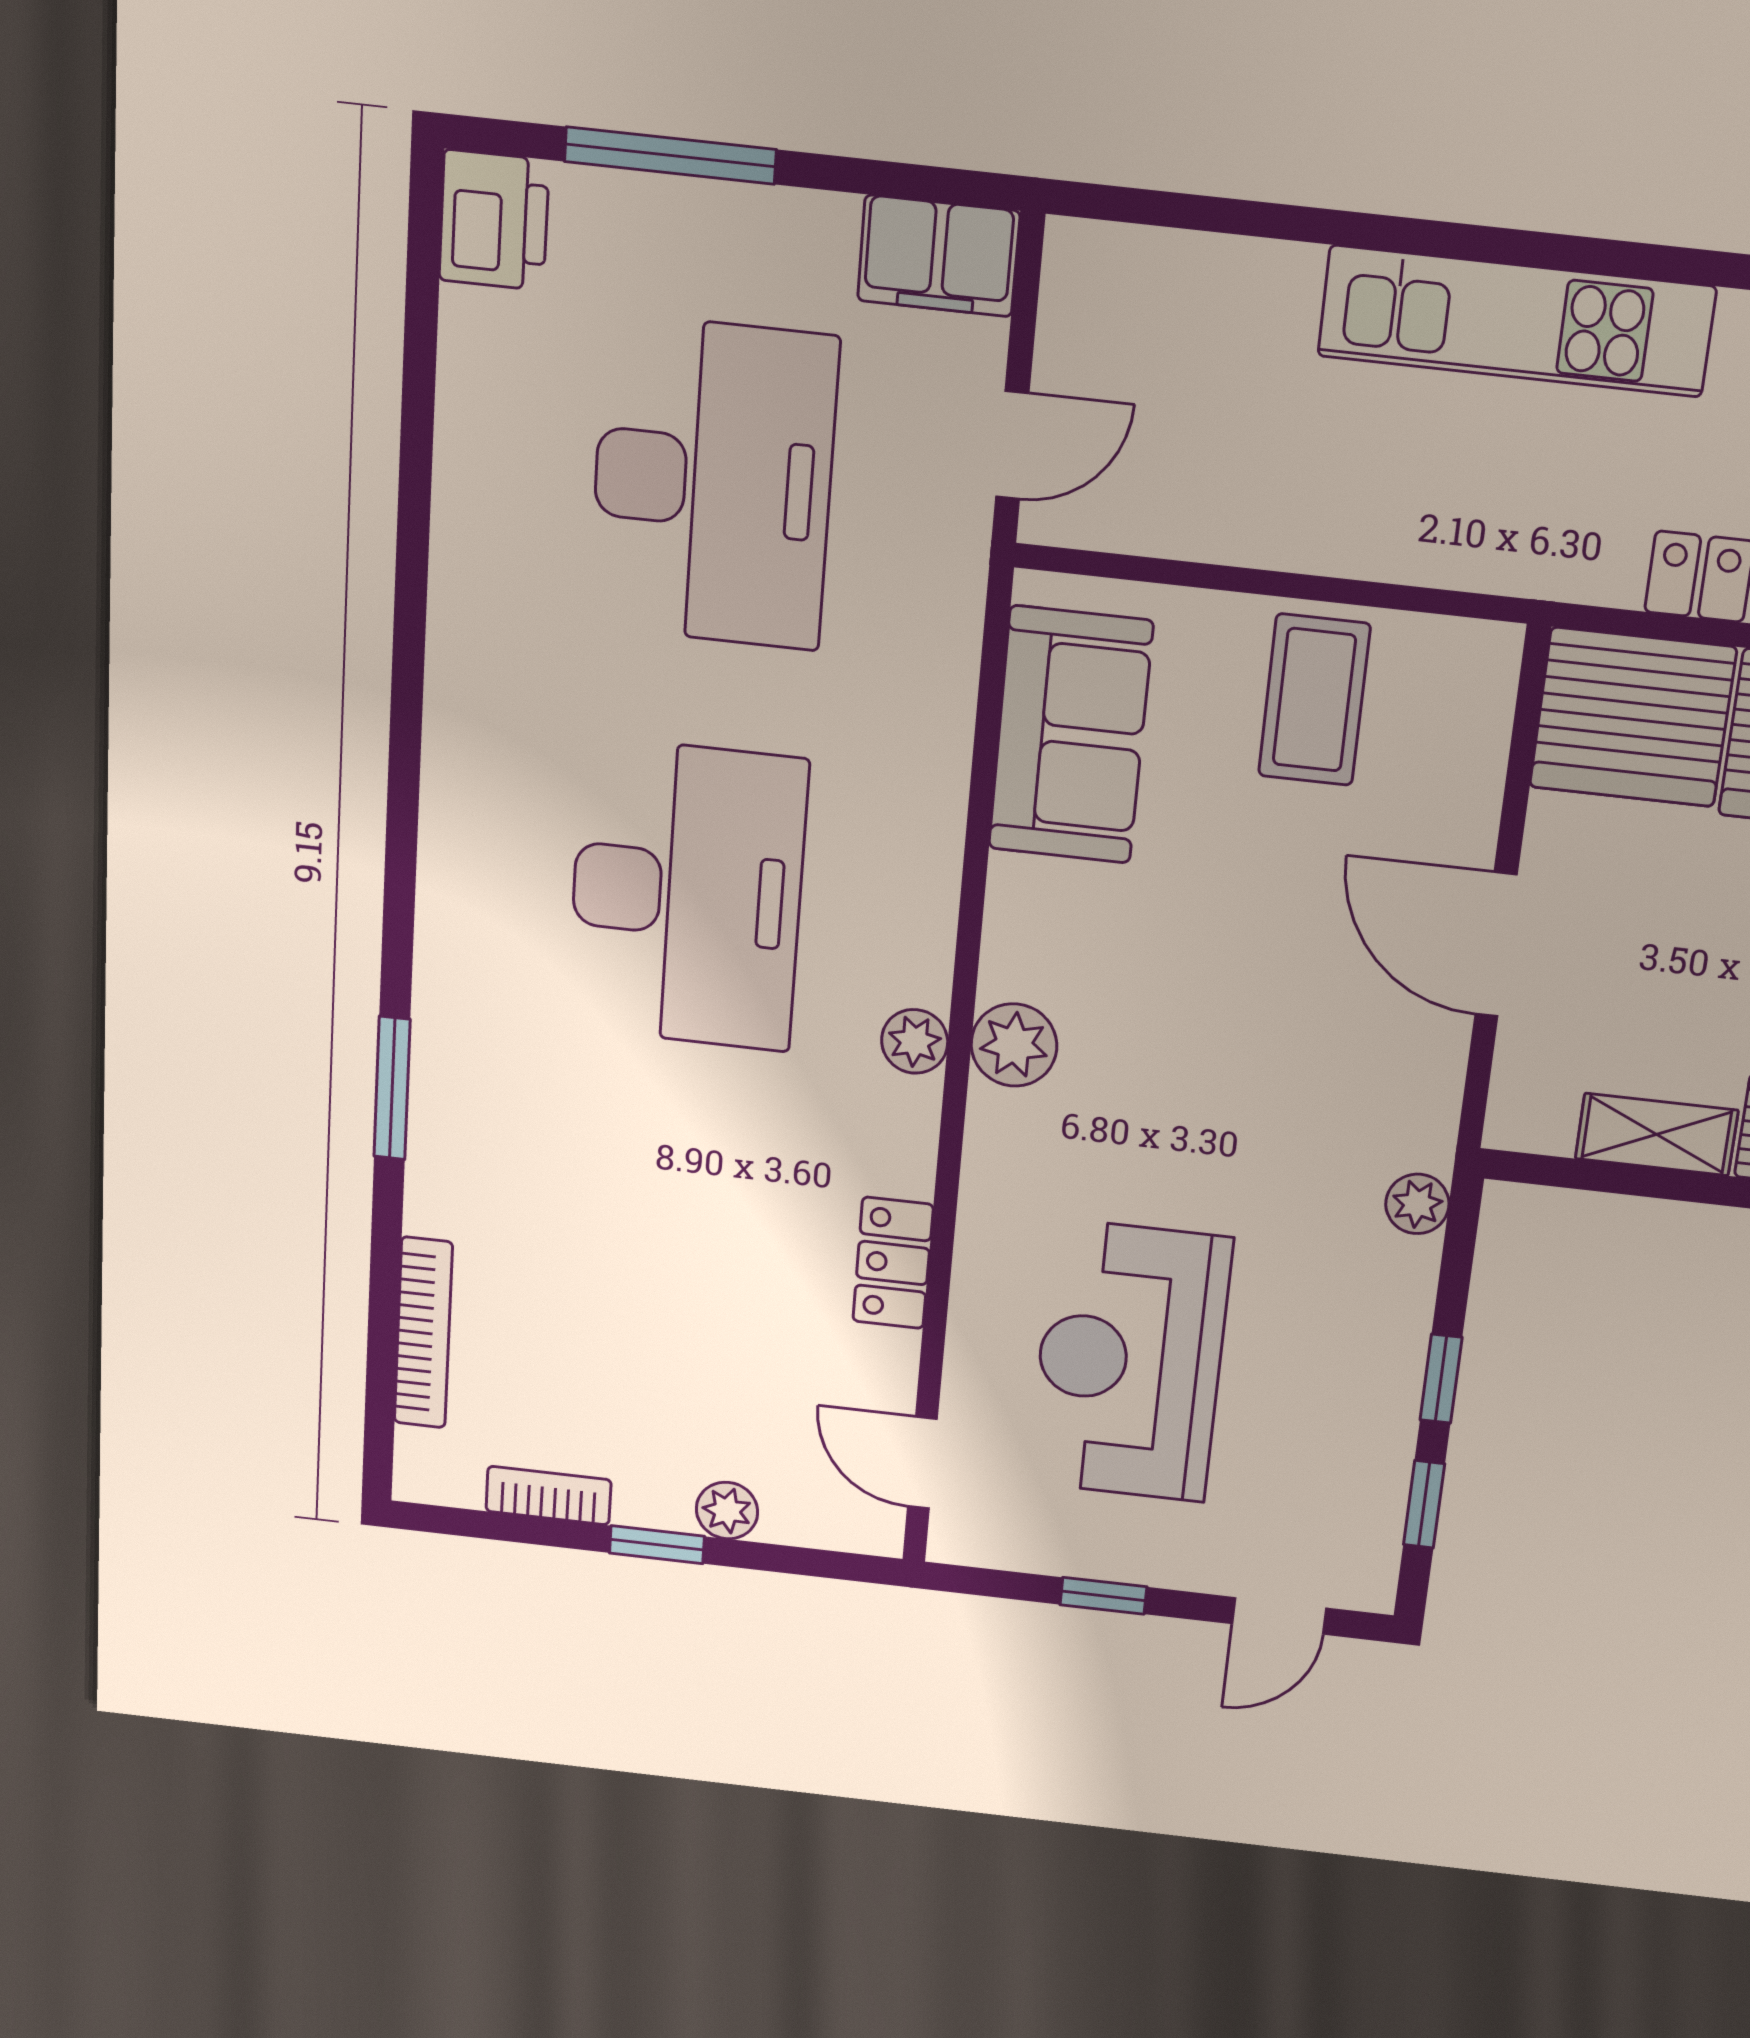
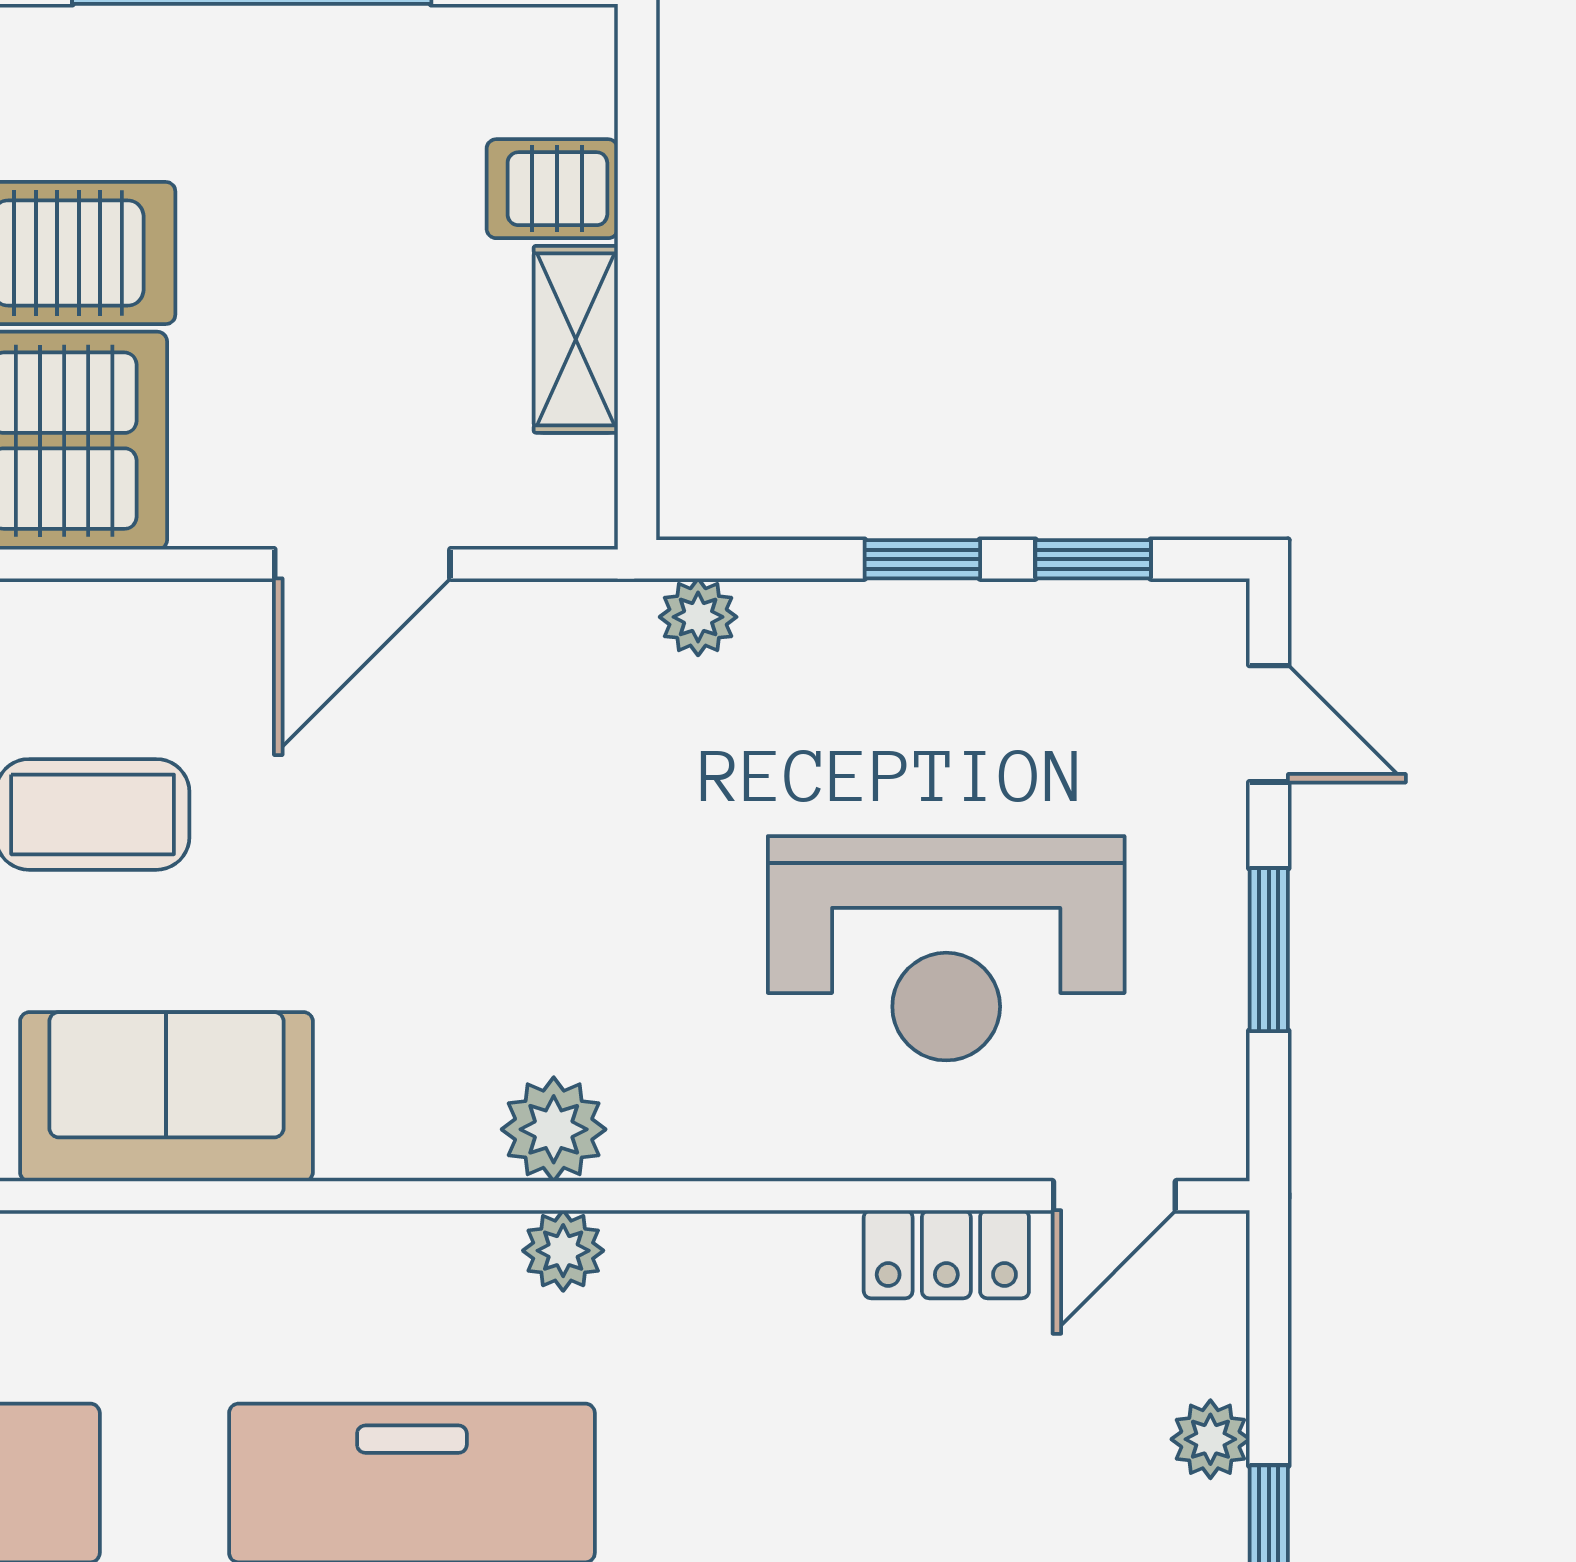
locker: (893, 1263) -> (946, 1254), moved
window: (1103, 1596) -> (1269, 950), width x1.50

